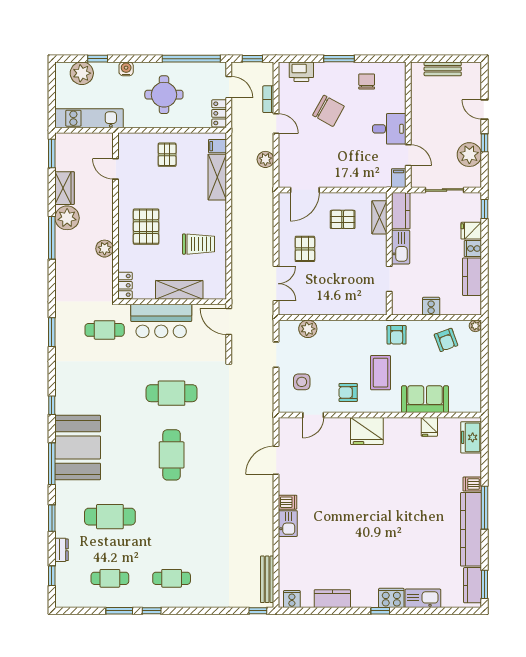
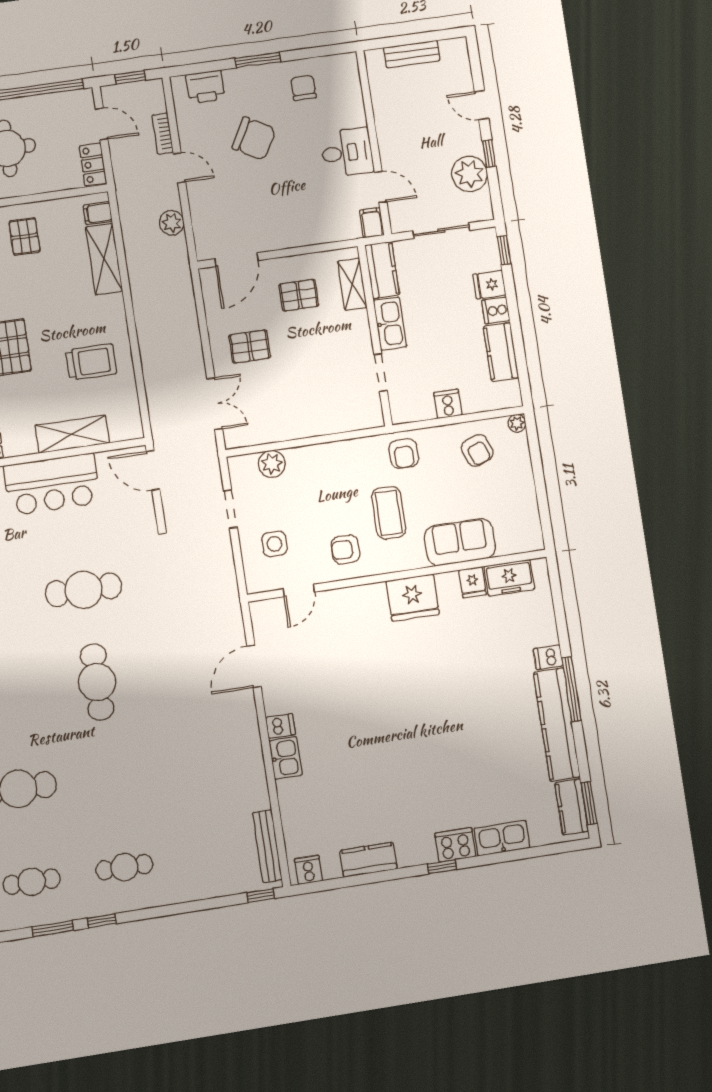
pallet: (305, 249) -> (250, 347), turned 90
fridge: (367, 431) -> (413, 598), moved
freezer: (471, 437) -> (509, 578), moved, turned -90

